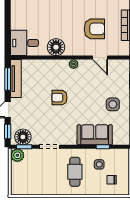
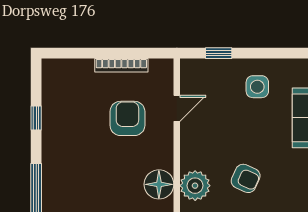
plant: (74, 64) -> (195, 186), moved, width x1.88, depth x1.88
armchair: (59, 98) -> (246, 178), turned -66

